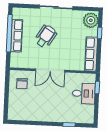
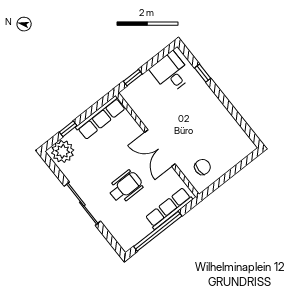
row of seats: (17, 36) -> (169, 208), moved
wheelchair: (46, 36) -> (125, 187), turned 148
double door: (50, 70) -> (160, 148), swing flipped
desk: (84, 94) -> (171, 73), moved

